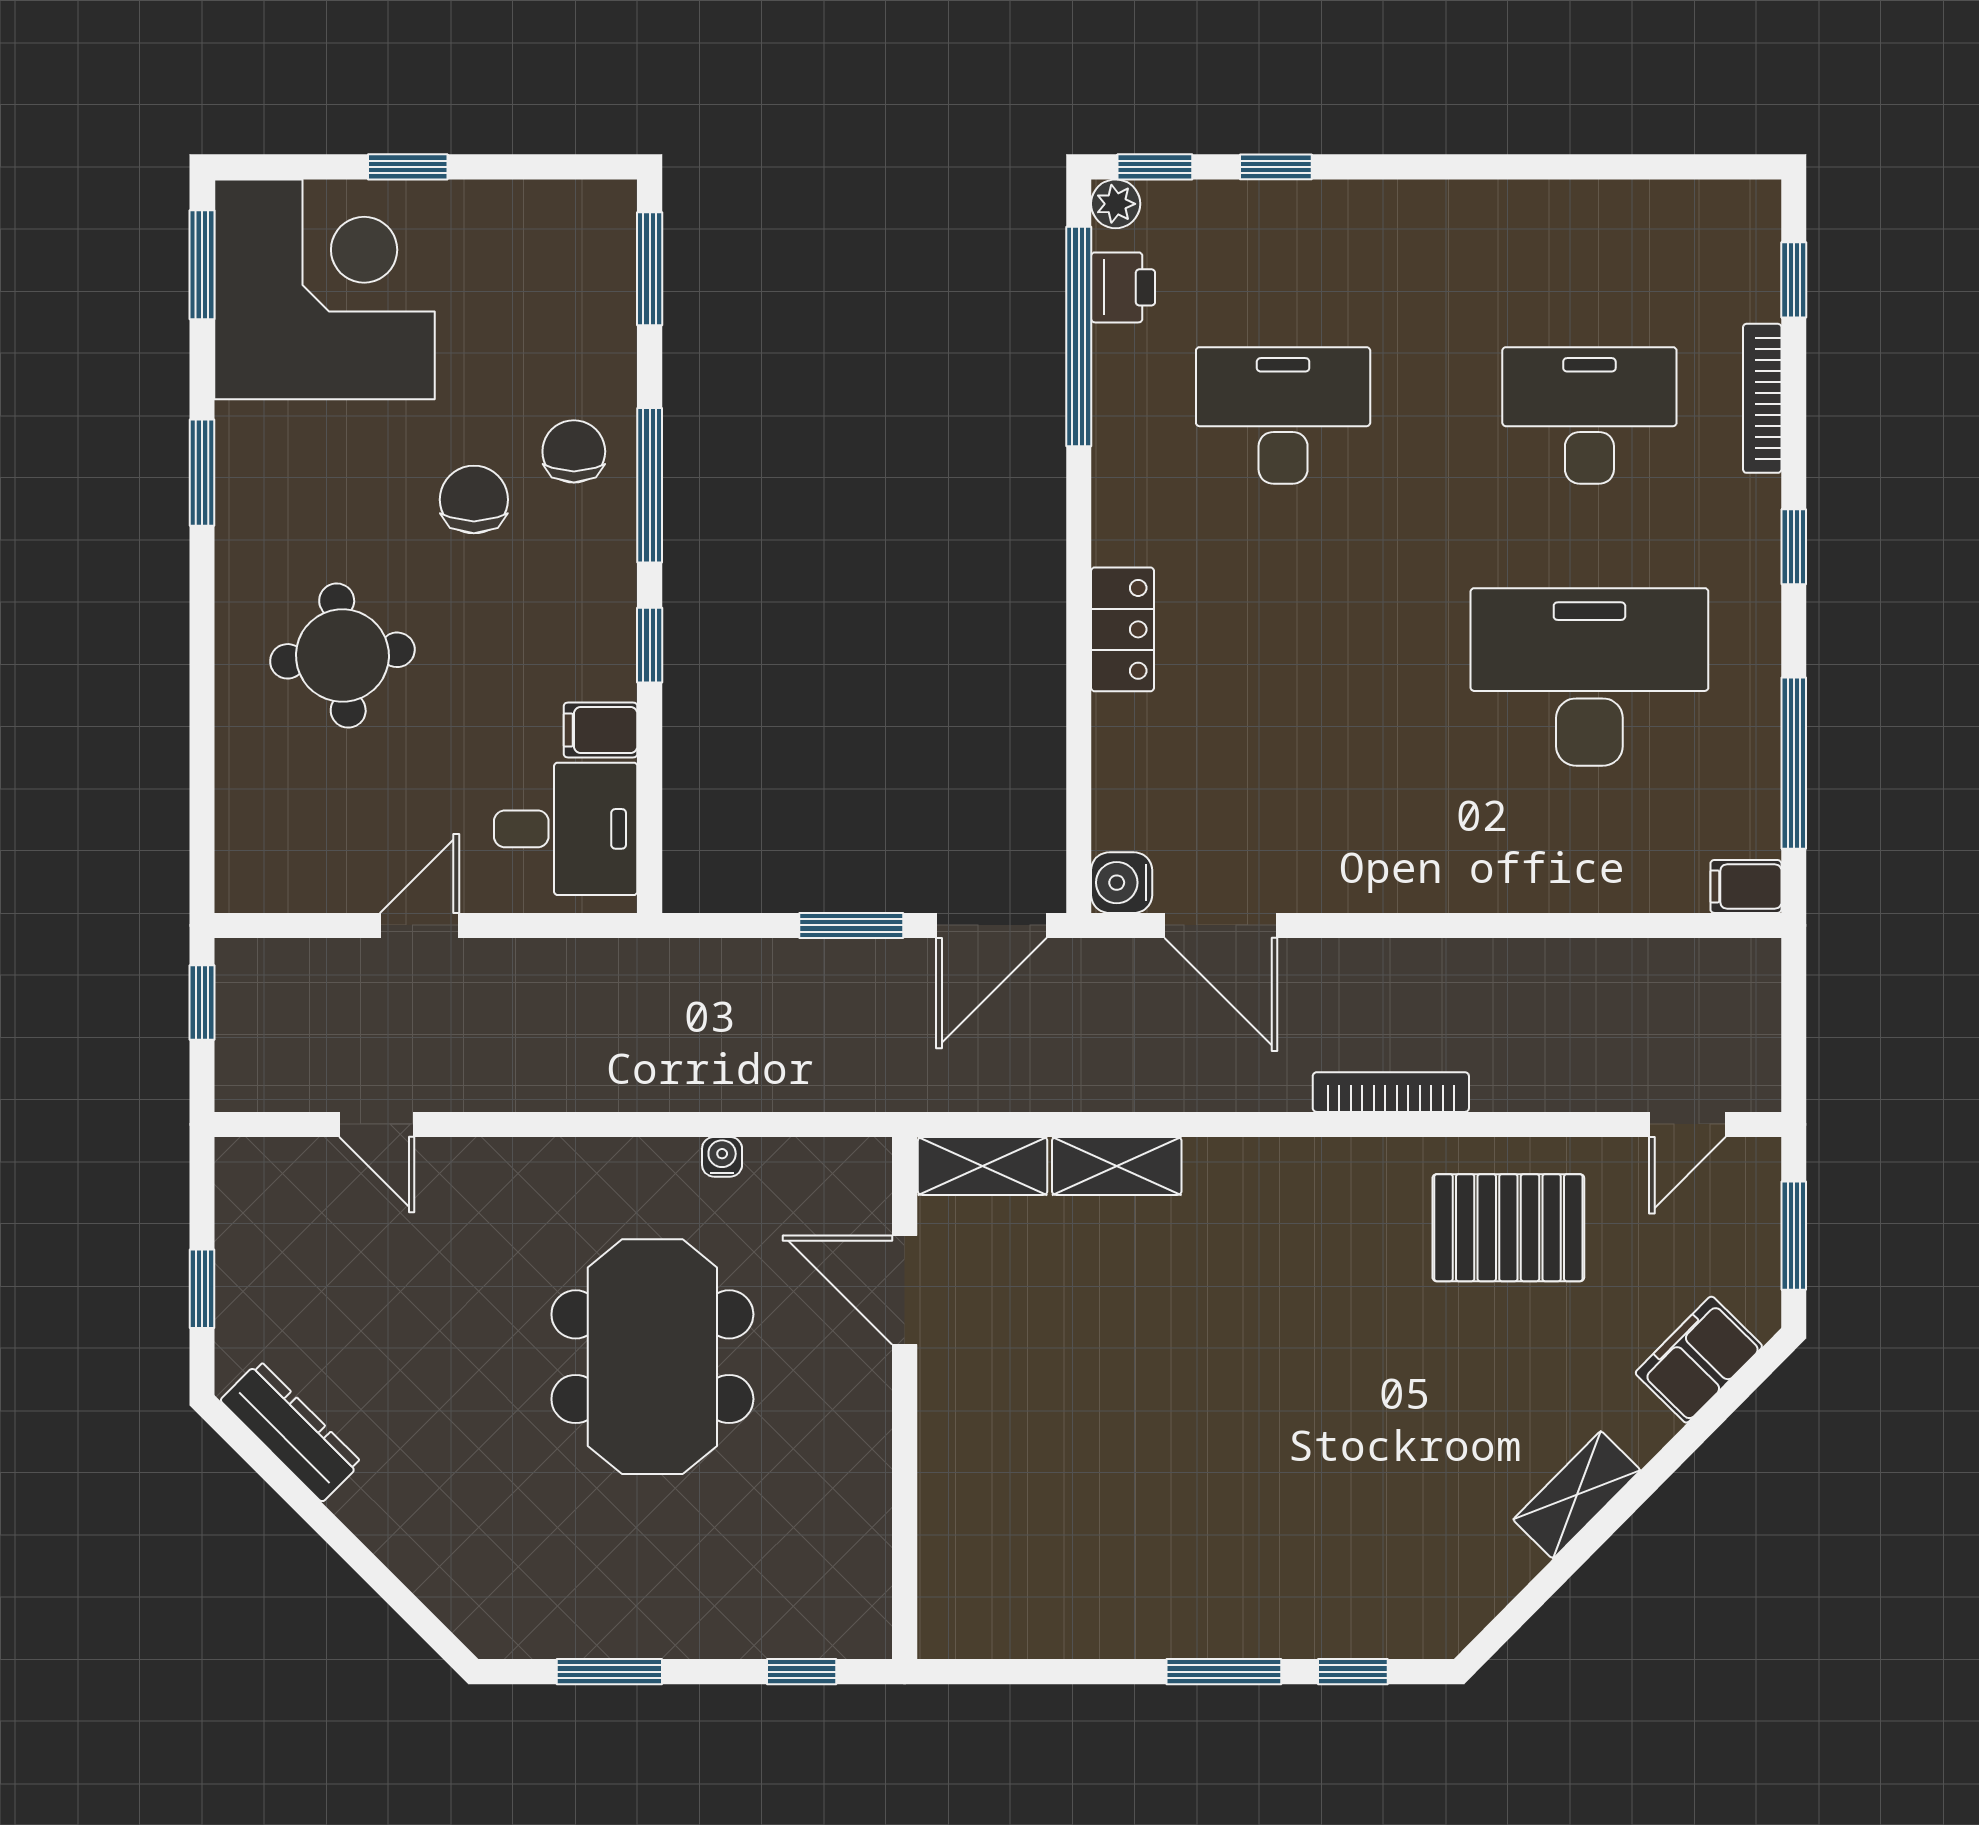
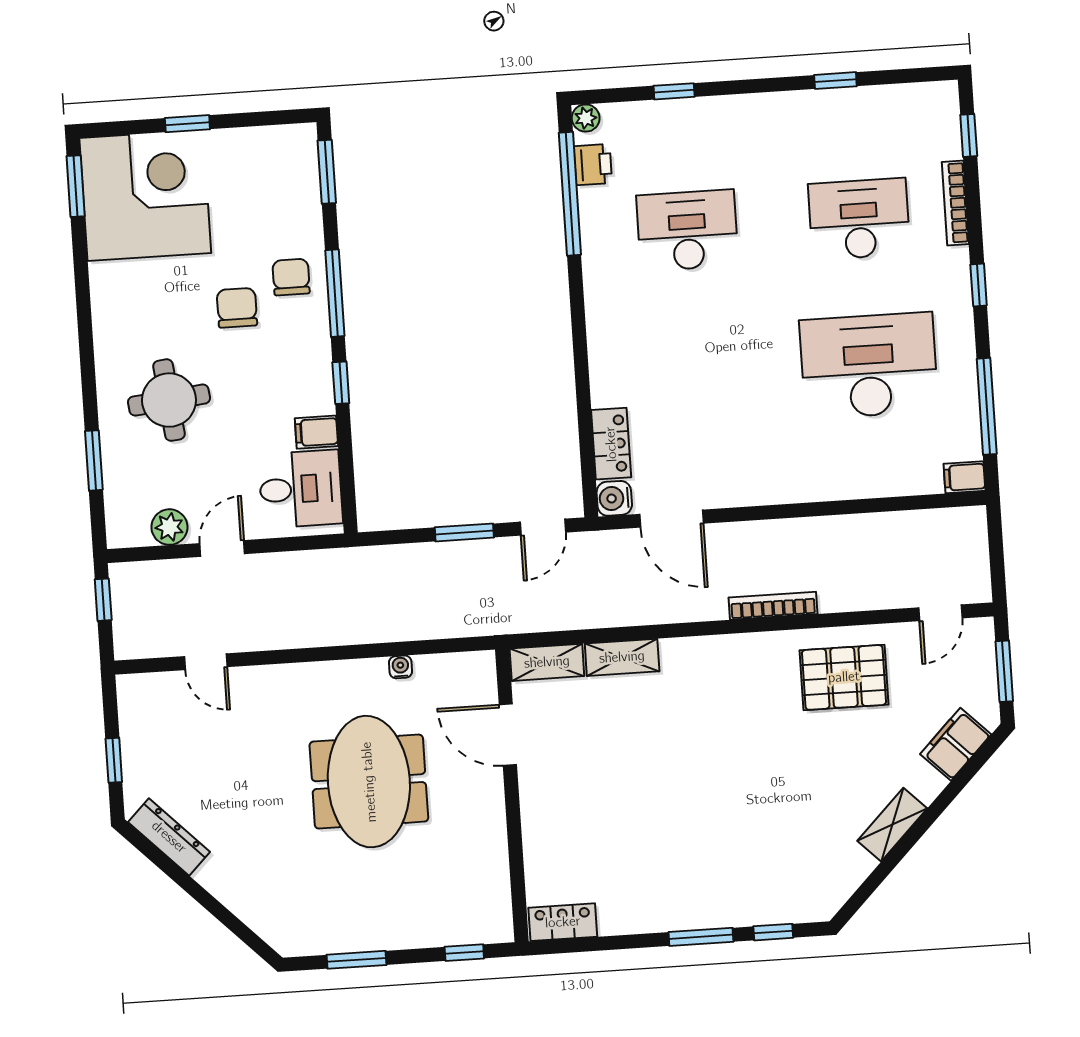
window: (1155, 167) -> (835, 81), moved
window: (202, 473) -> (94, 460), moved
locker: (1123, 629) -> (611, 444), moved
plant: (328, 881) -> (169, 527), added
door: (991, 925) -> (543, 527), width x0.73
locker: (980, 1629) -> (563, 922), added

